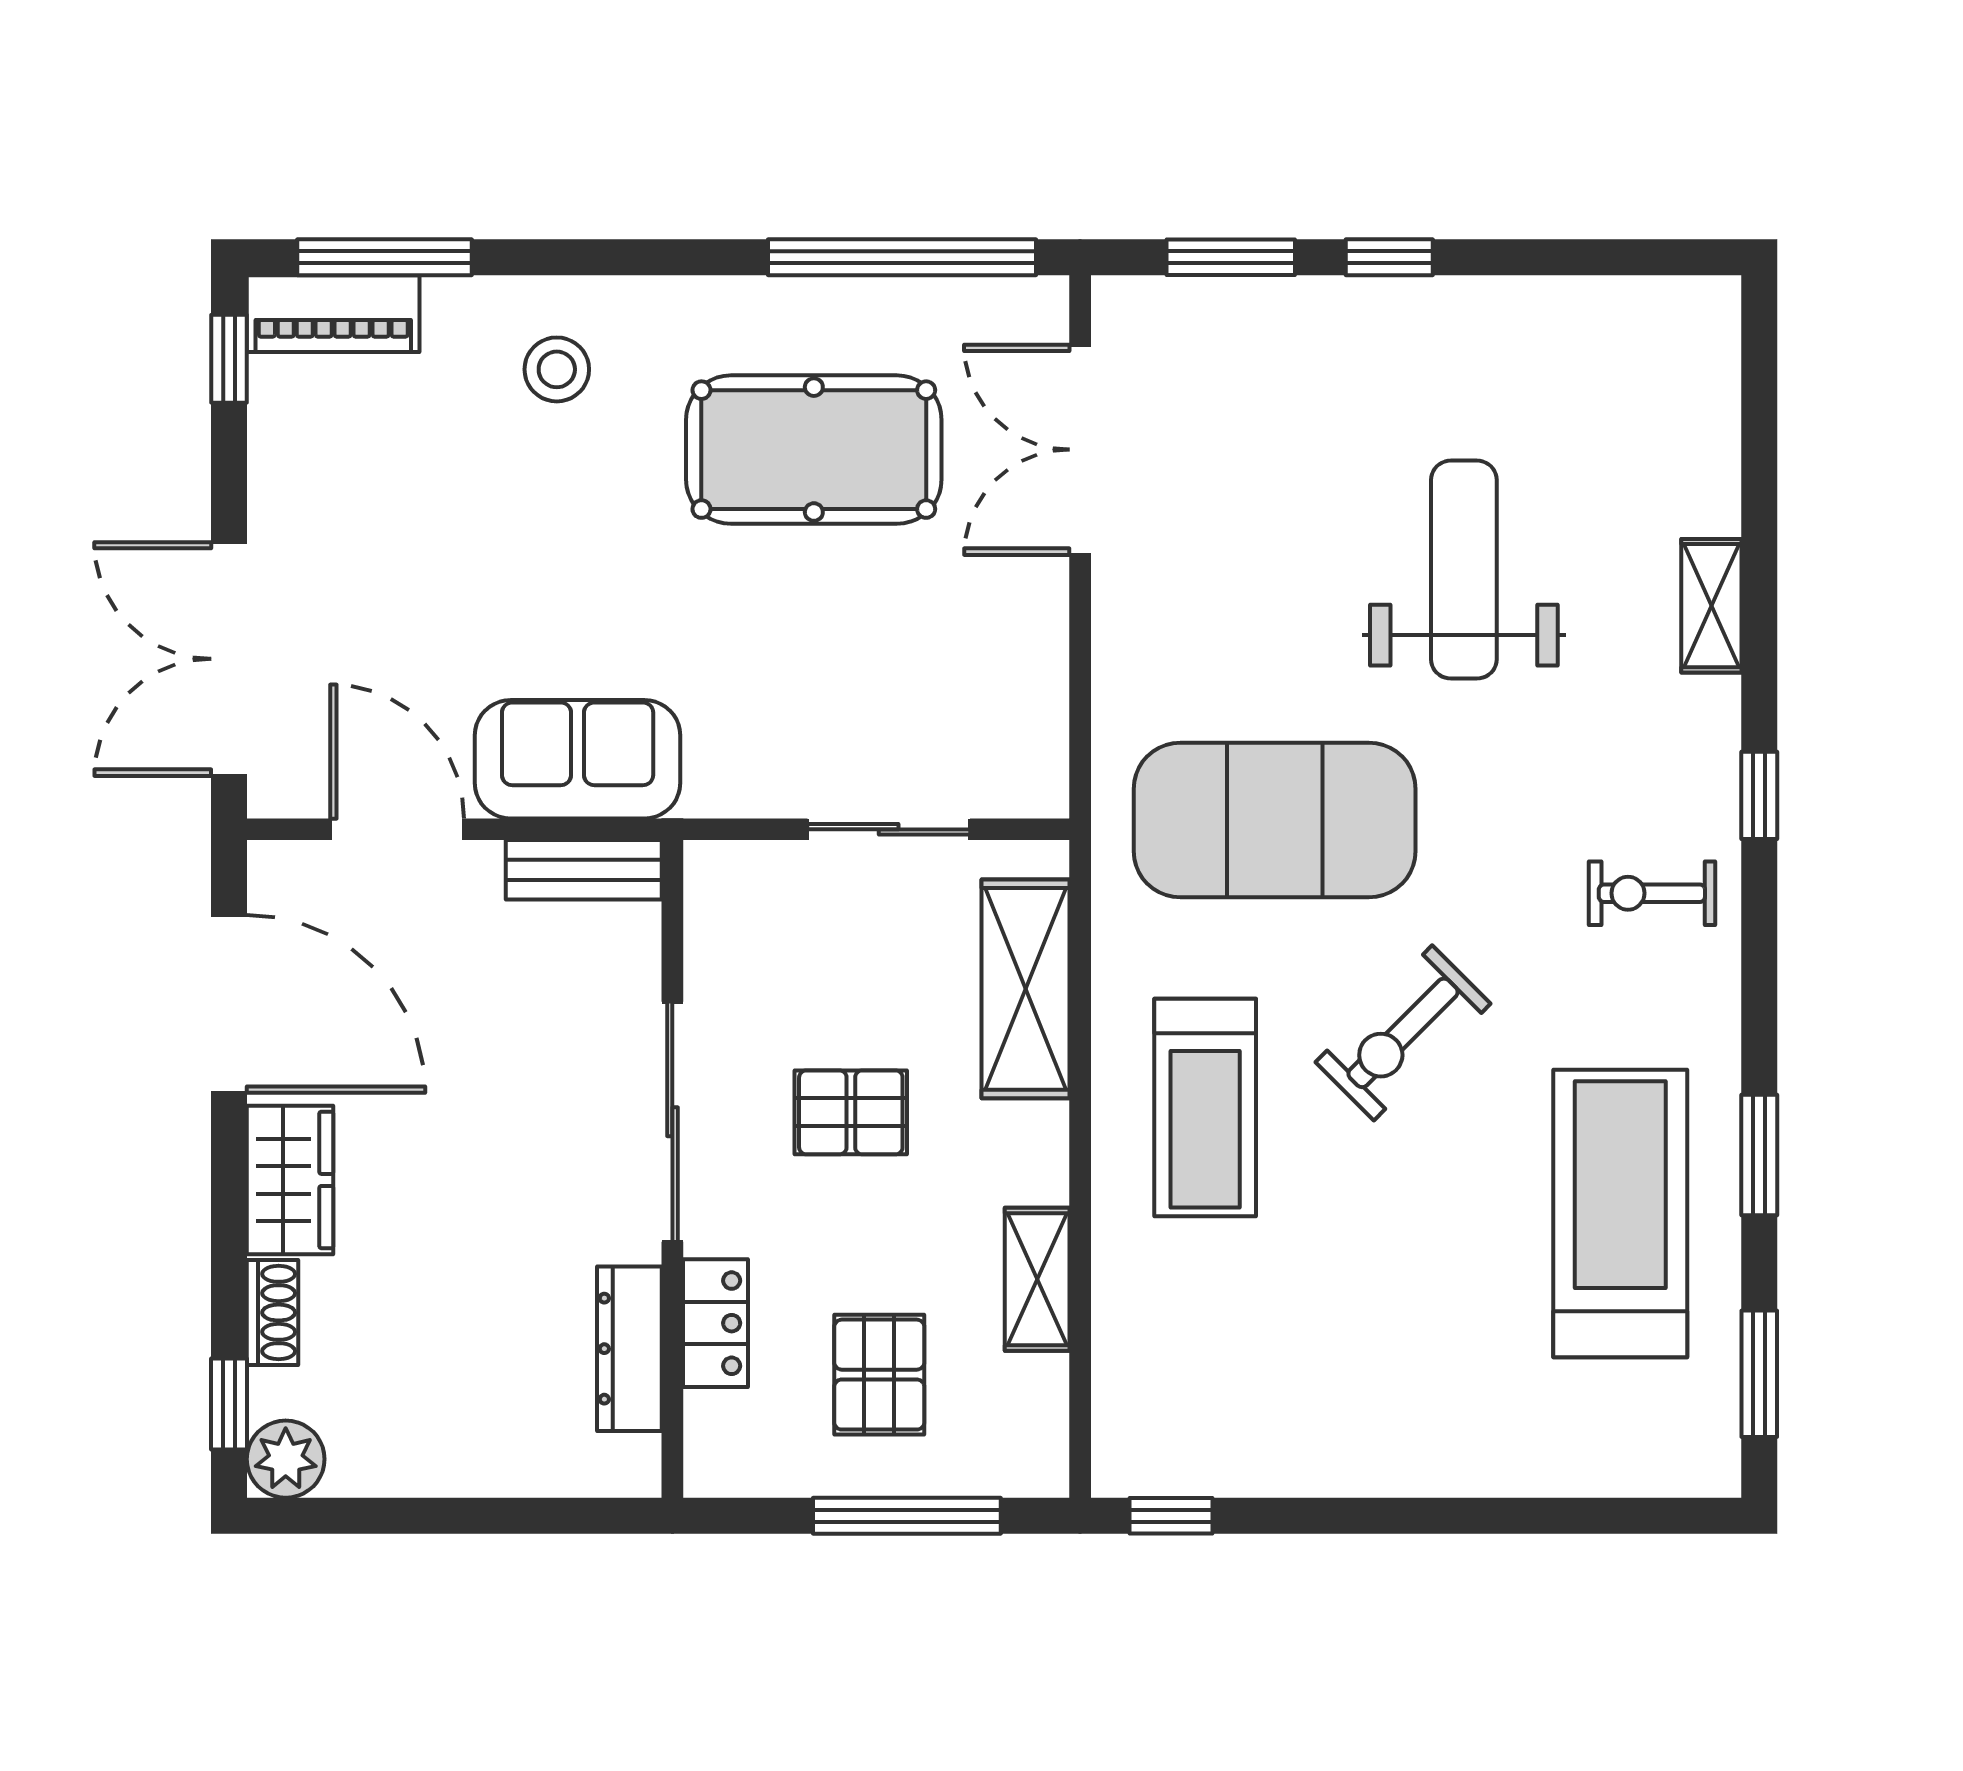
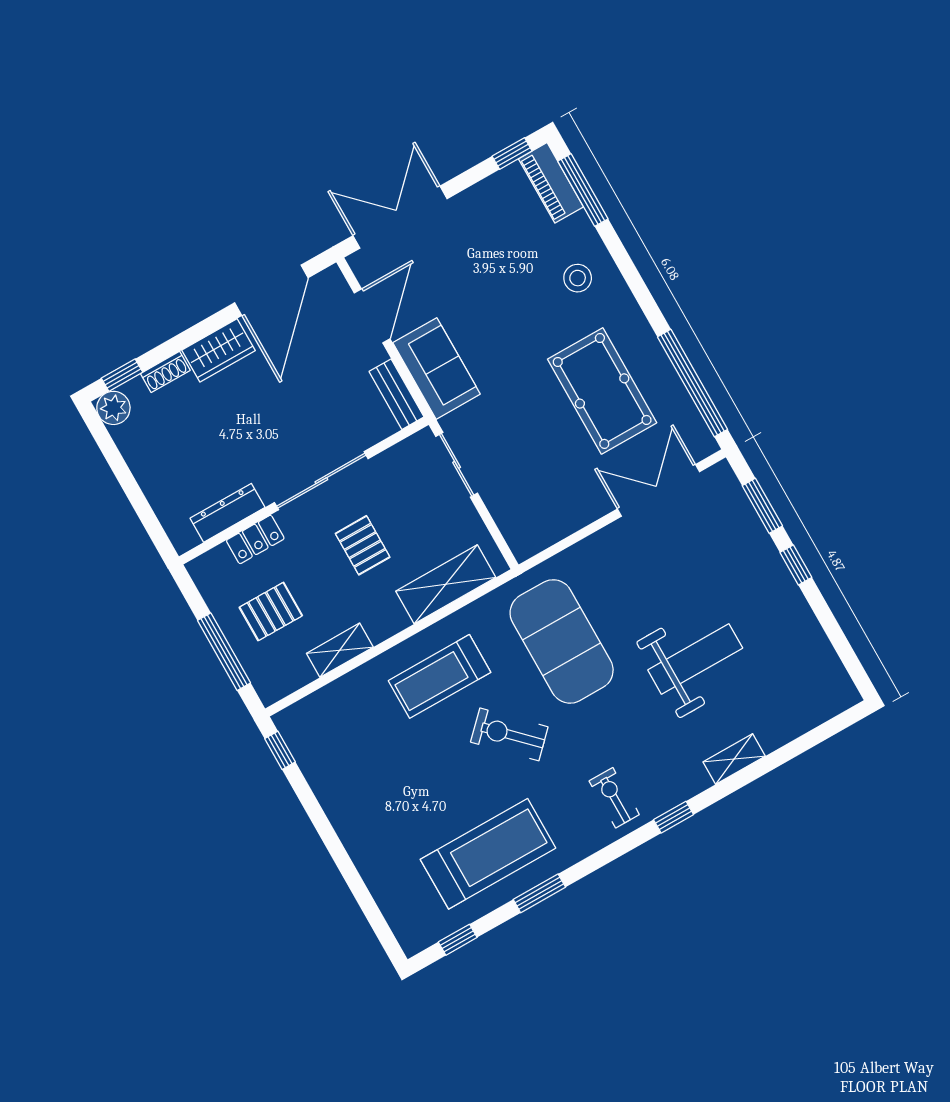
sliding door: (889, 829) -> (457, 465), moved
window: (1759, 1374) -> (458, 940), width x0.67

